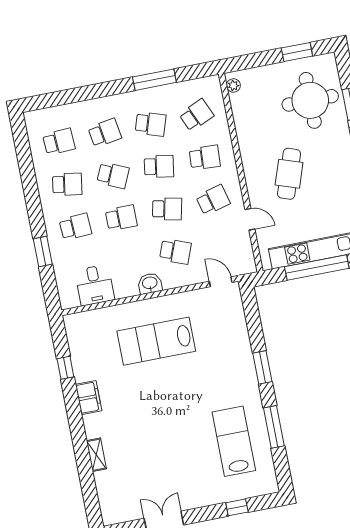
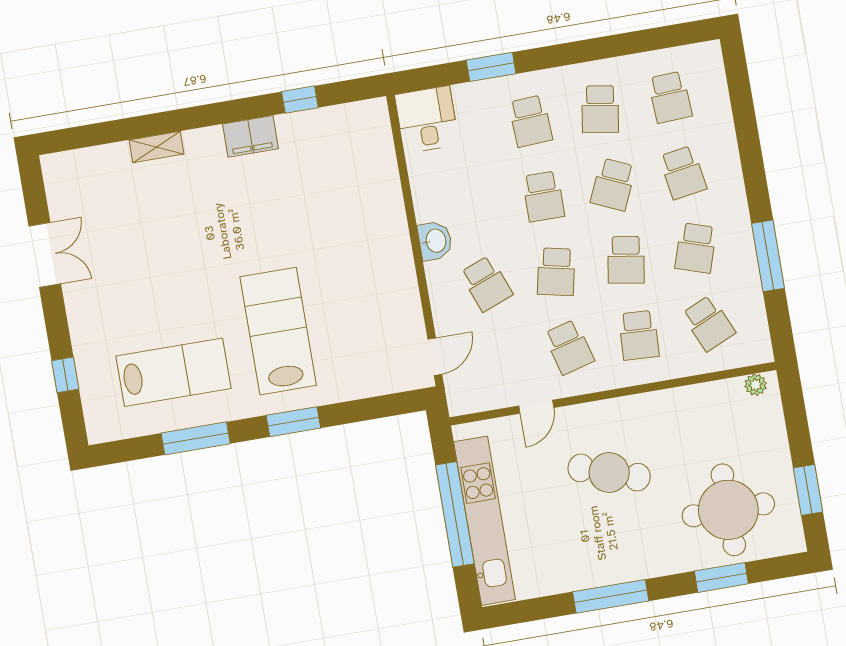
school desk: (175, 251) -> (486, 284), turned -42
desk: (95, 285) -> (427, 120), moved, turned 90
lab bench: (156, 341) -> (278, 331), moved

